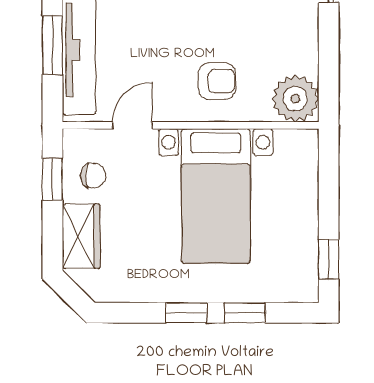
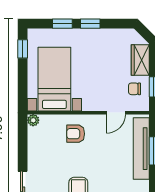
plant: (295, 99) -> (33, 120), width x0.53, depth x0.53
bed with nightstands: (216, 196) -> (54, 79), moved

